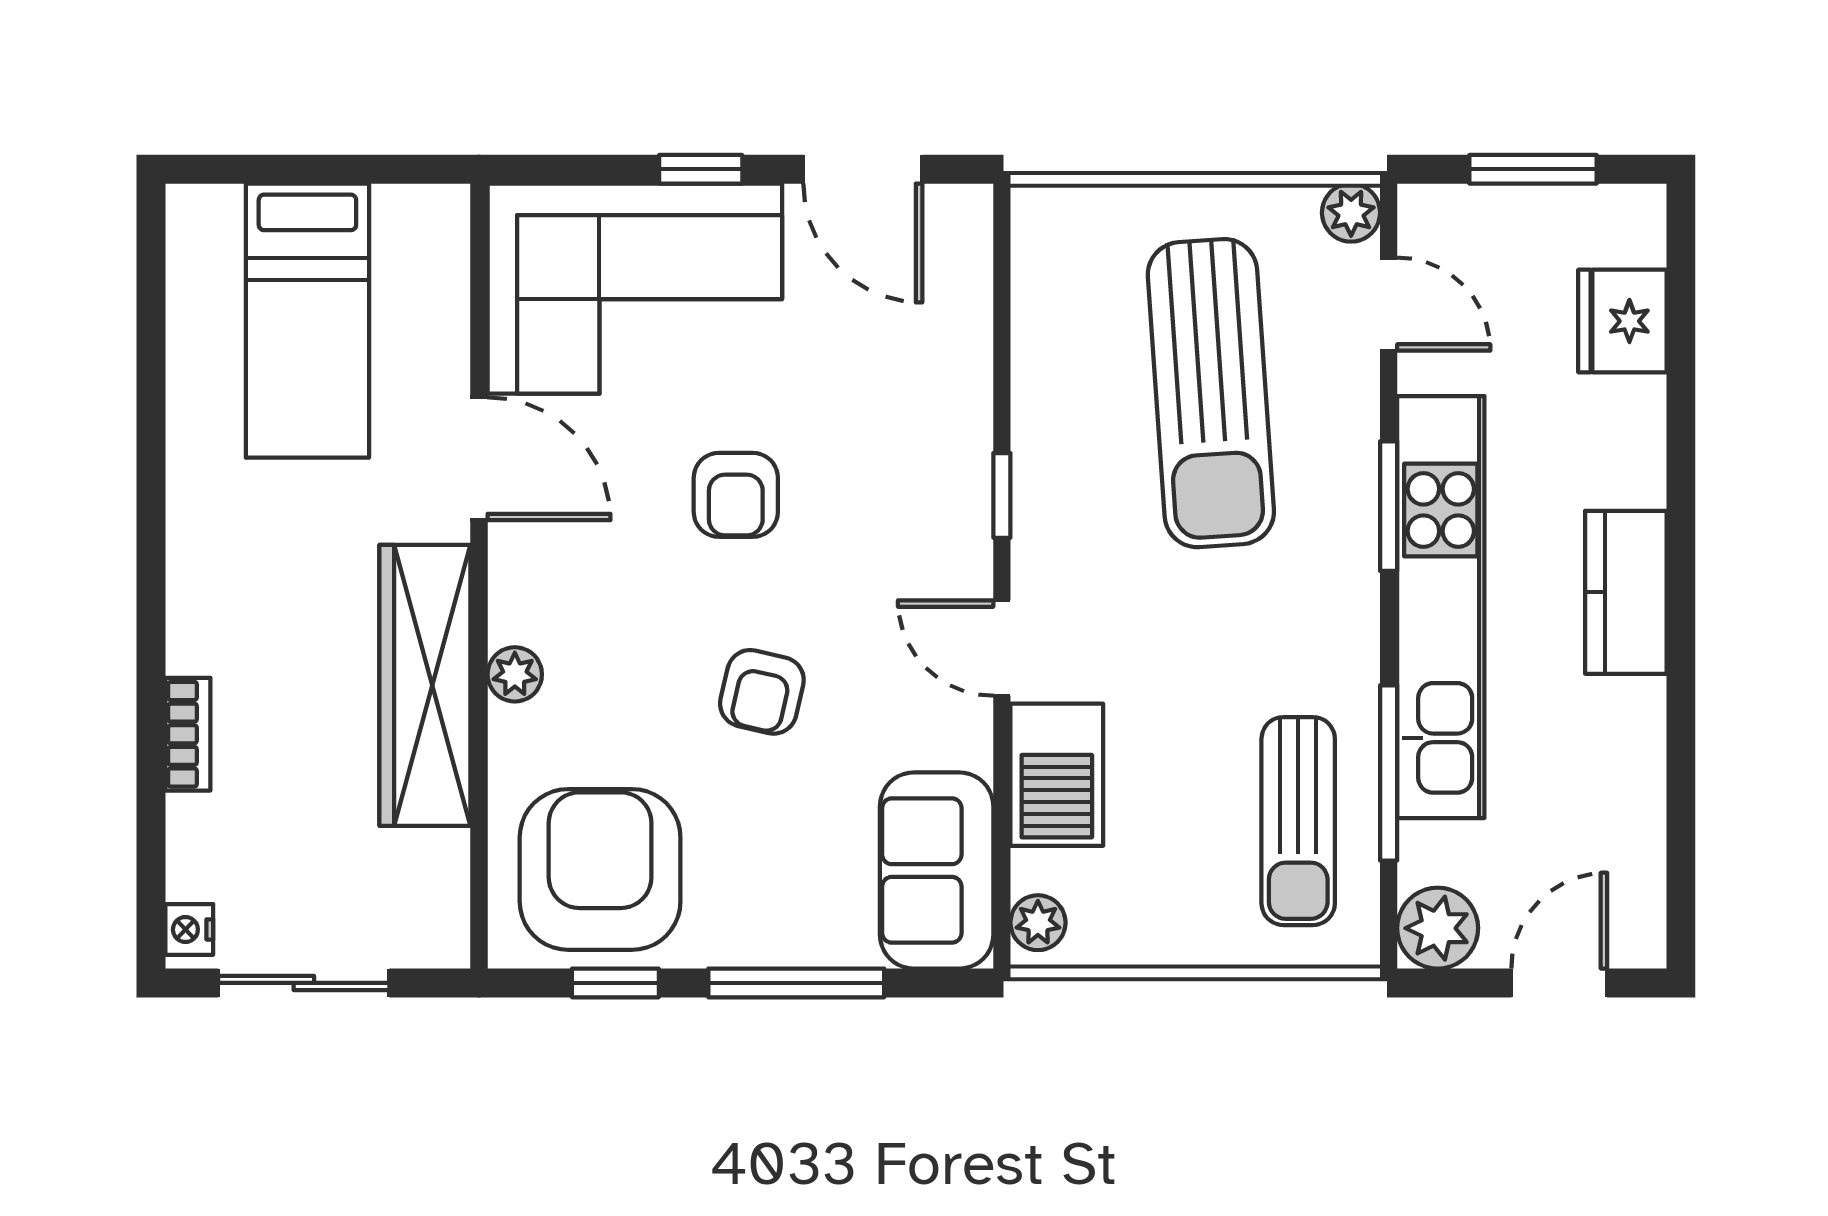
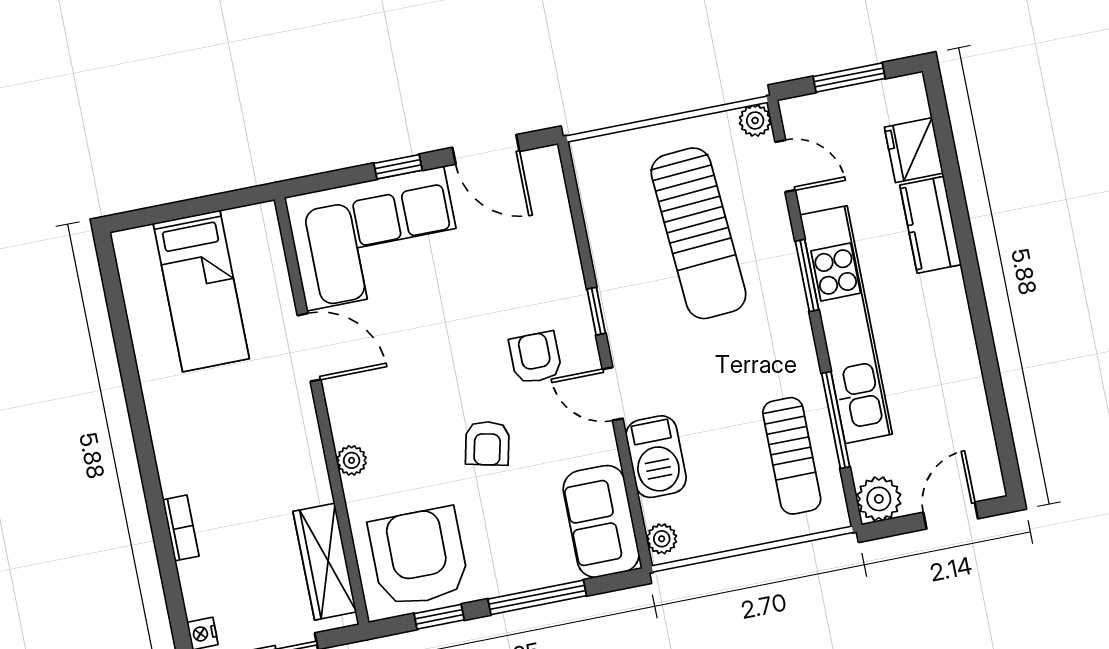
armchair: (736, 495) -> (535, 358), moved, turned 180
kitchen counter: (1626, 592) -> (931, 225), moved
wardrobe: (425, 685) -> (325, 562), moved, width x0.71, depth x0.85

